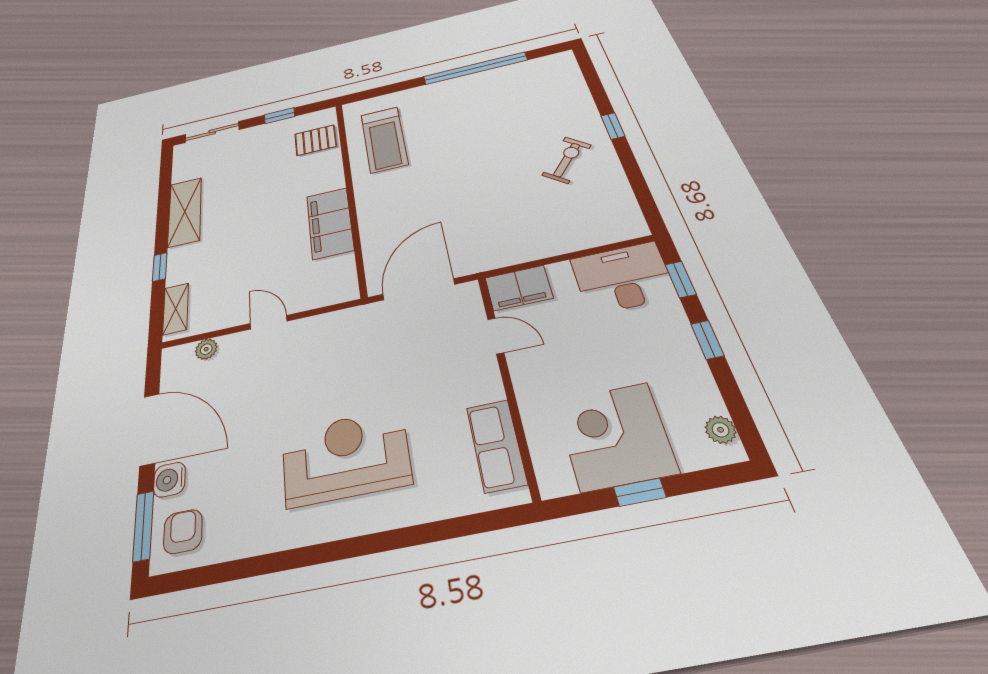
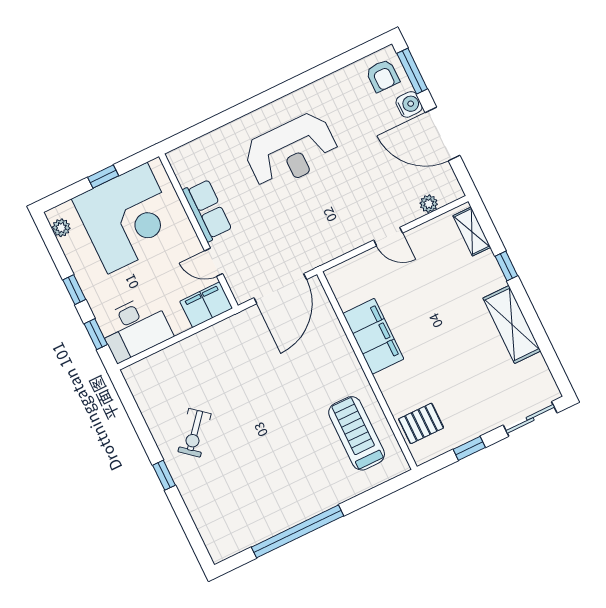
corner desk: (615, 436) -> (127, 218), width x1.36, depth x1.36
row of seats: (496, 445) -> (207, 210), moved

